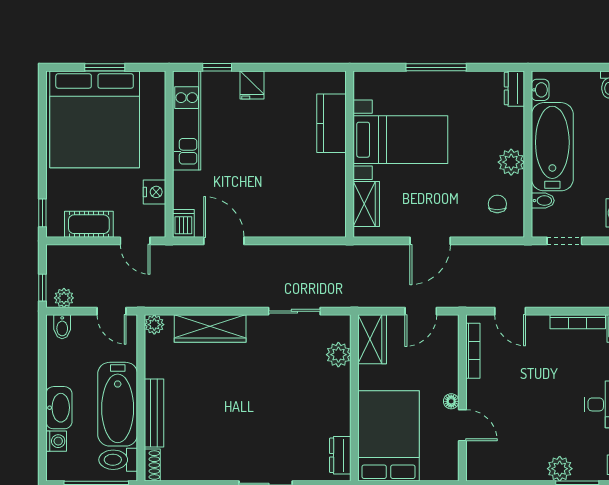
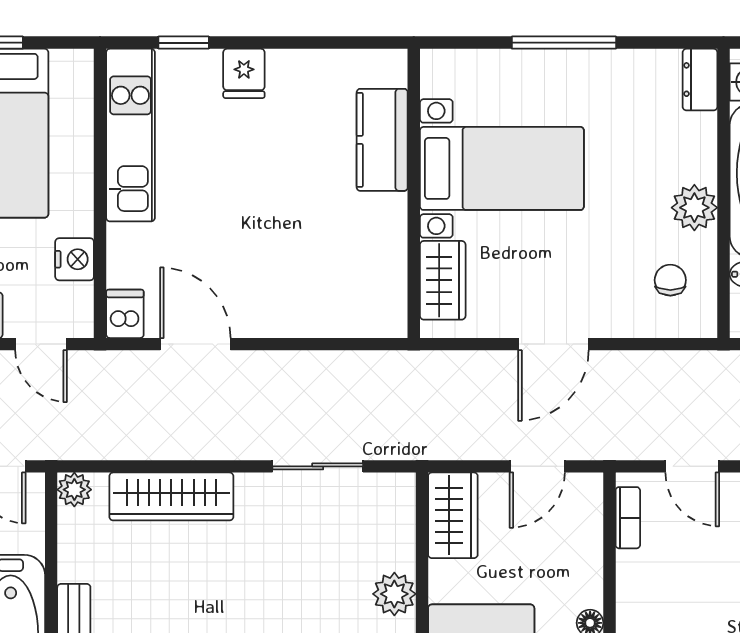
bookcase: (473, 351) -> (628, 518), width x0.64
plant: (338, 355) -> (394, 594), moved

